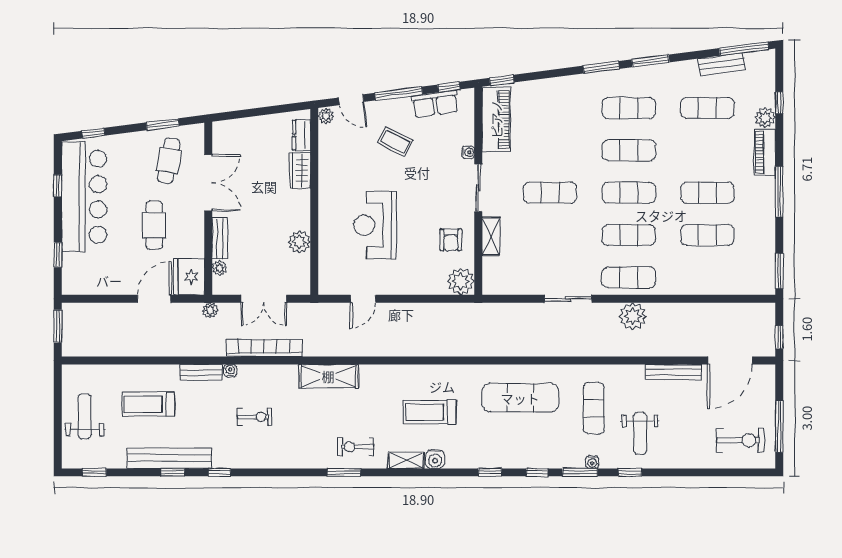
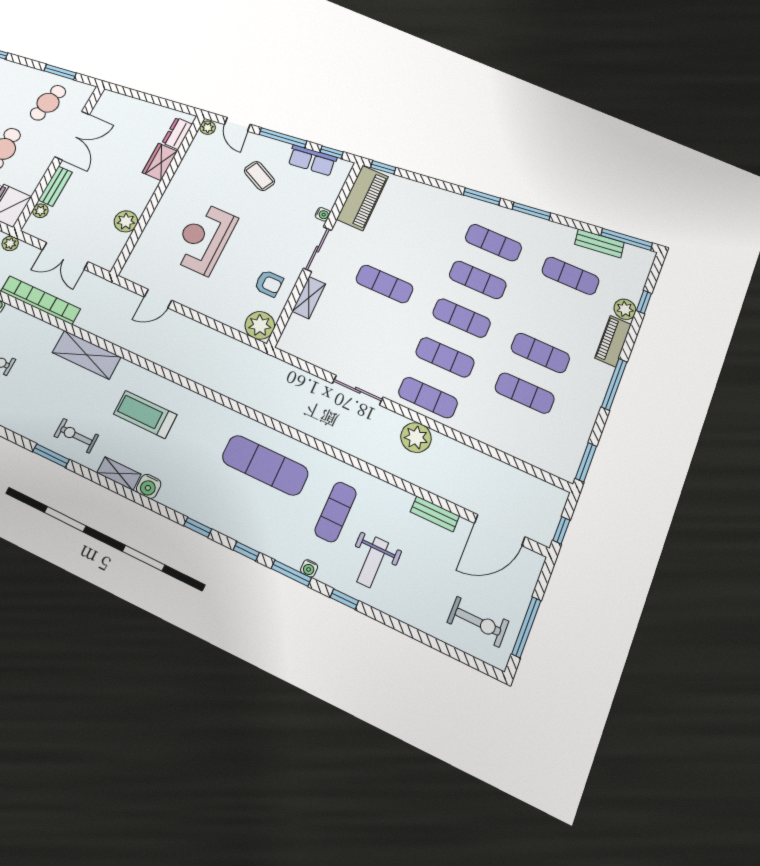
armchair: (451, 240) -> (269, 283), turned -90
bench: (673, 372) -> (435, 514), width x0.73
treadmill: (430, 412) -> (145, 414), moved

